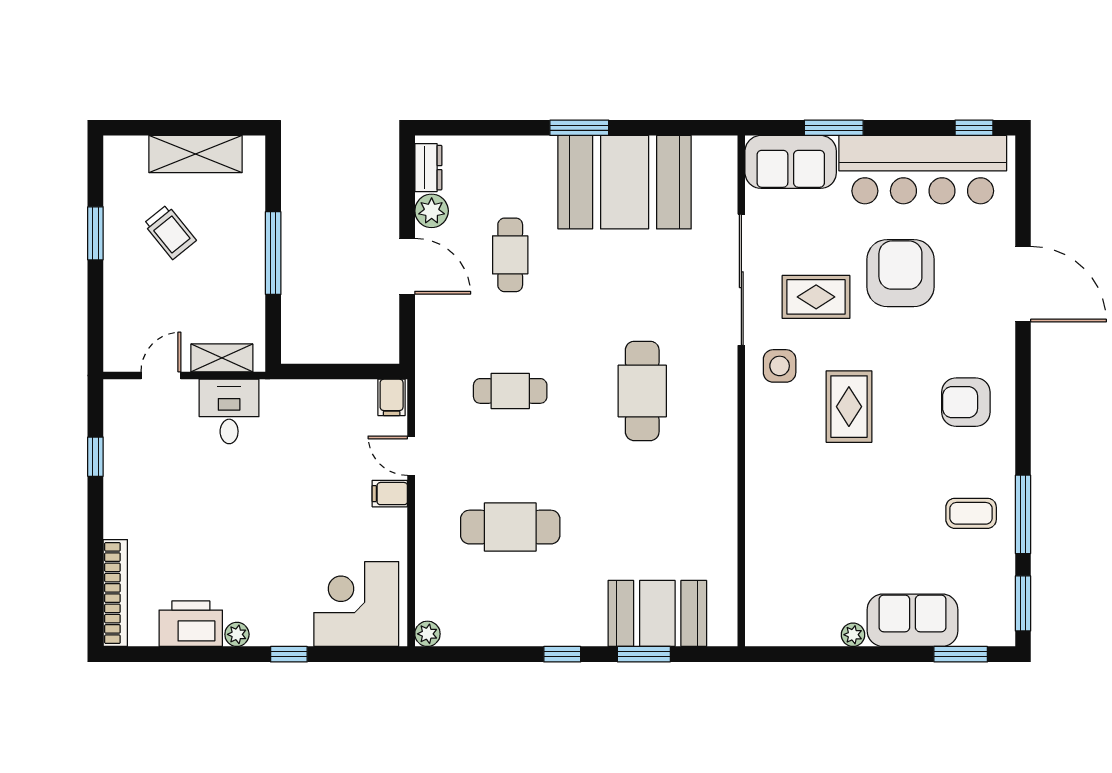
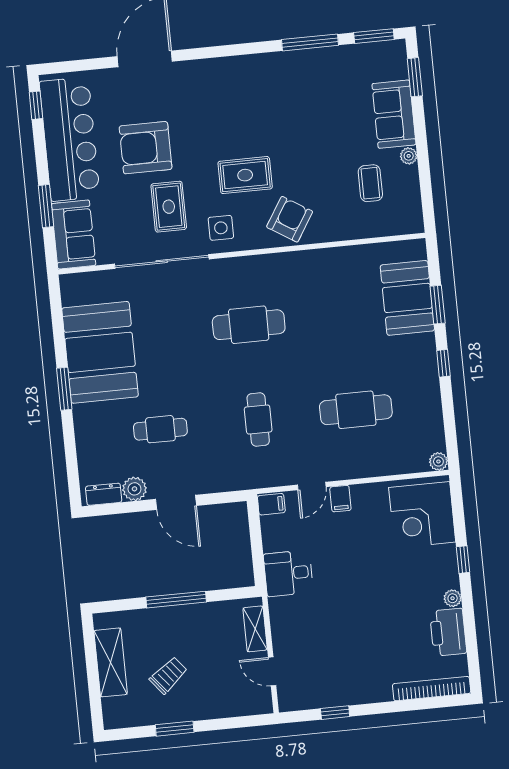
door: (407, 266) -> (176, 502), swing flipped
armchair: (966, 402) -> (290, 219), moved, turned -148
desk: (229, 411) -> (288, 573), moved
coffee table: (971, 513) -> (370, 183), moved
cafe table: (510, 527) -> (356, 410), turned 90

